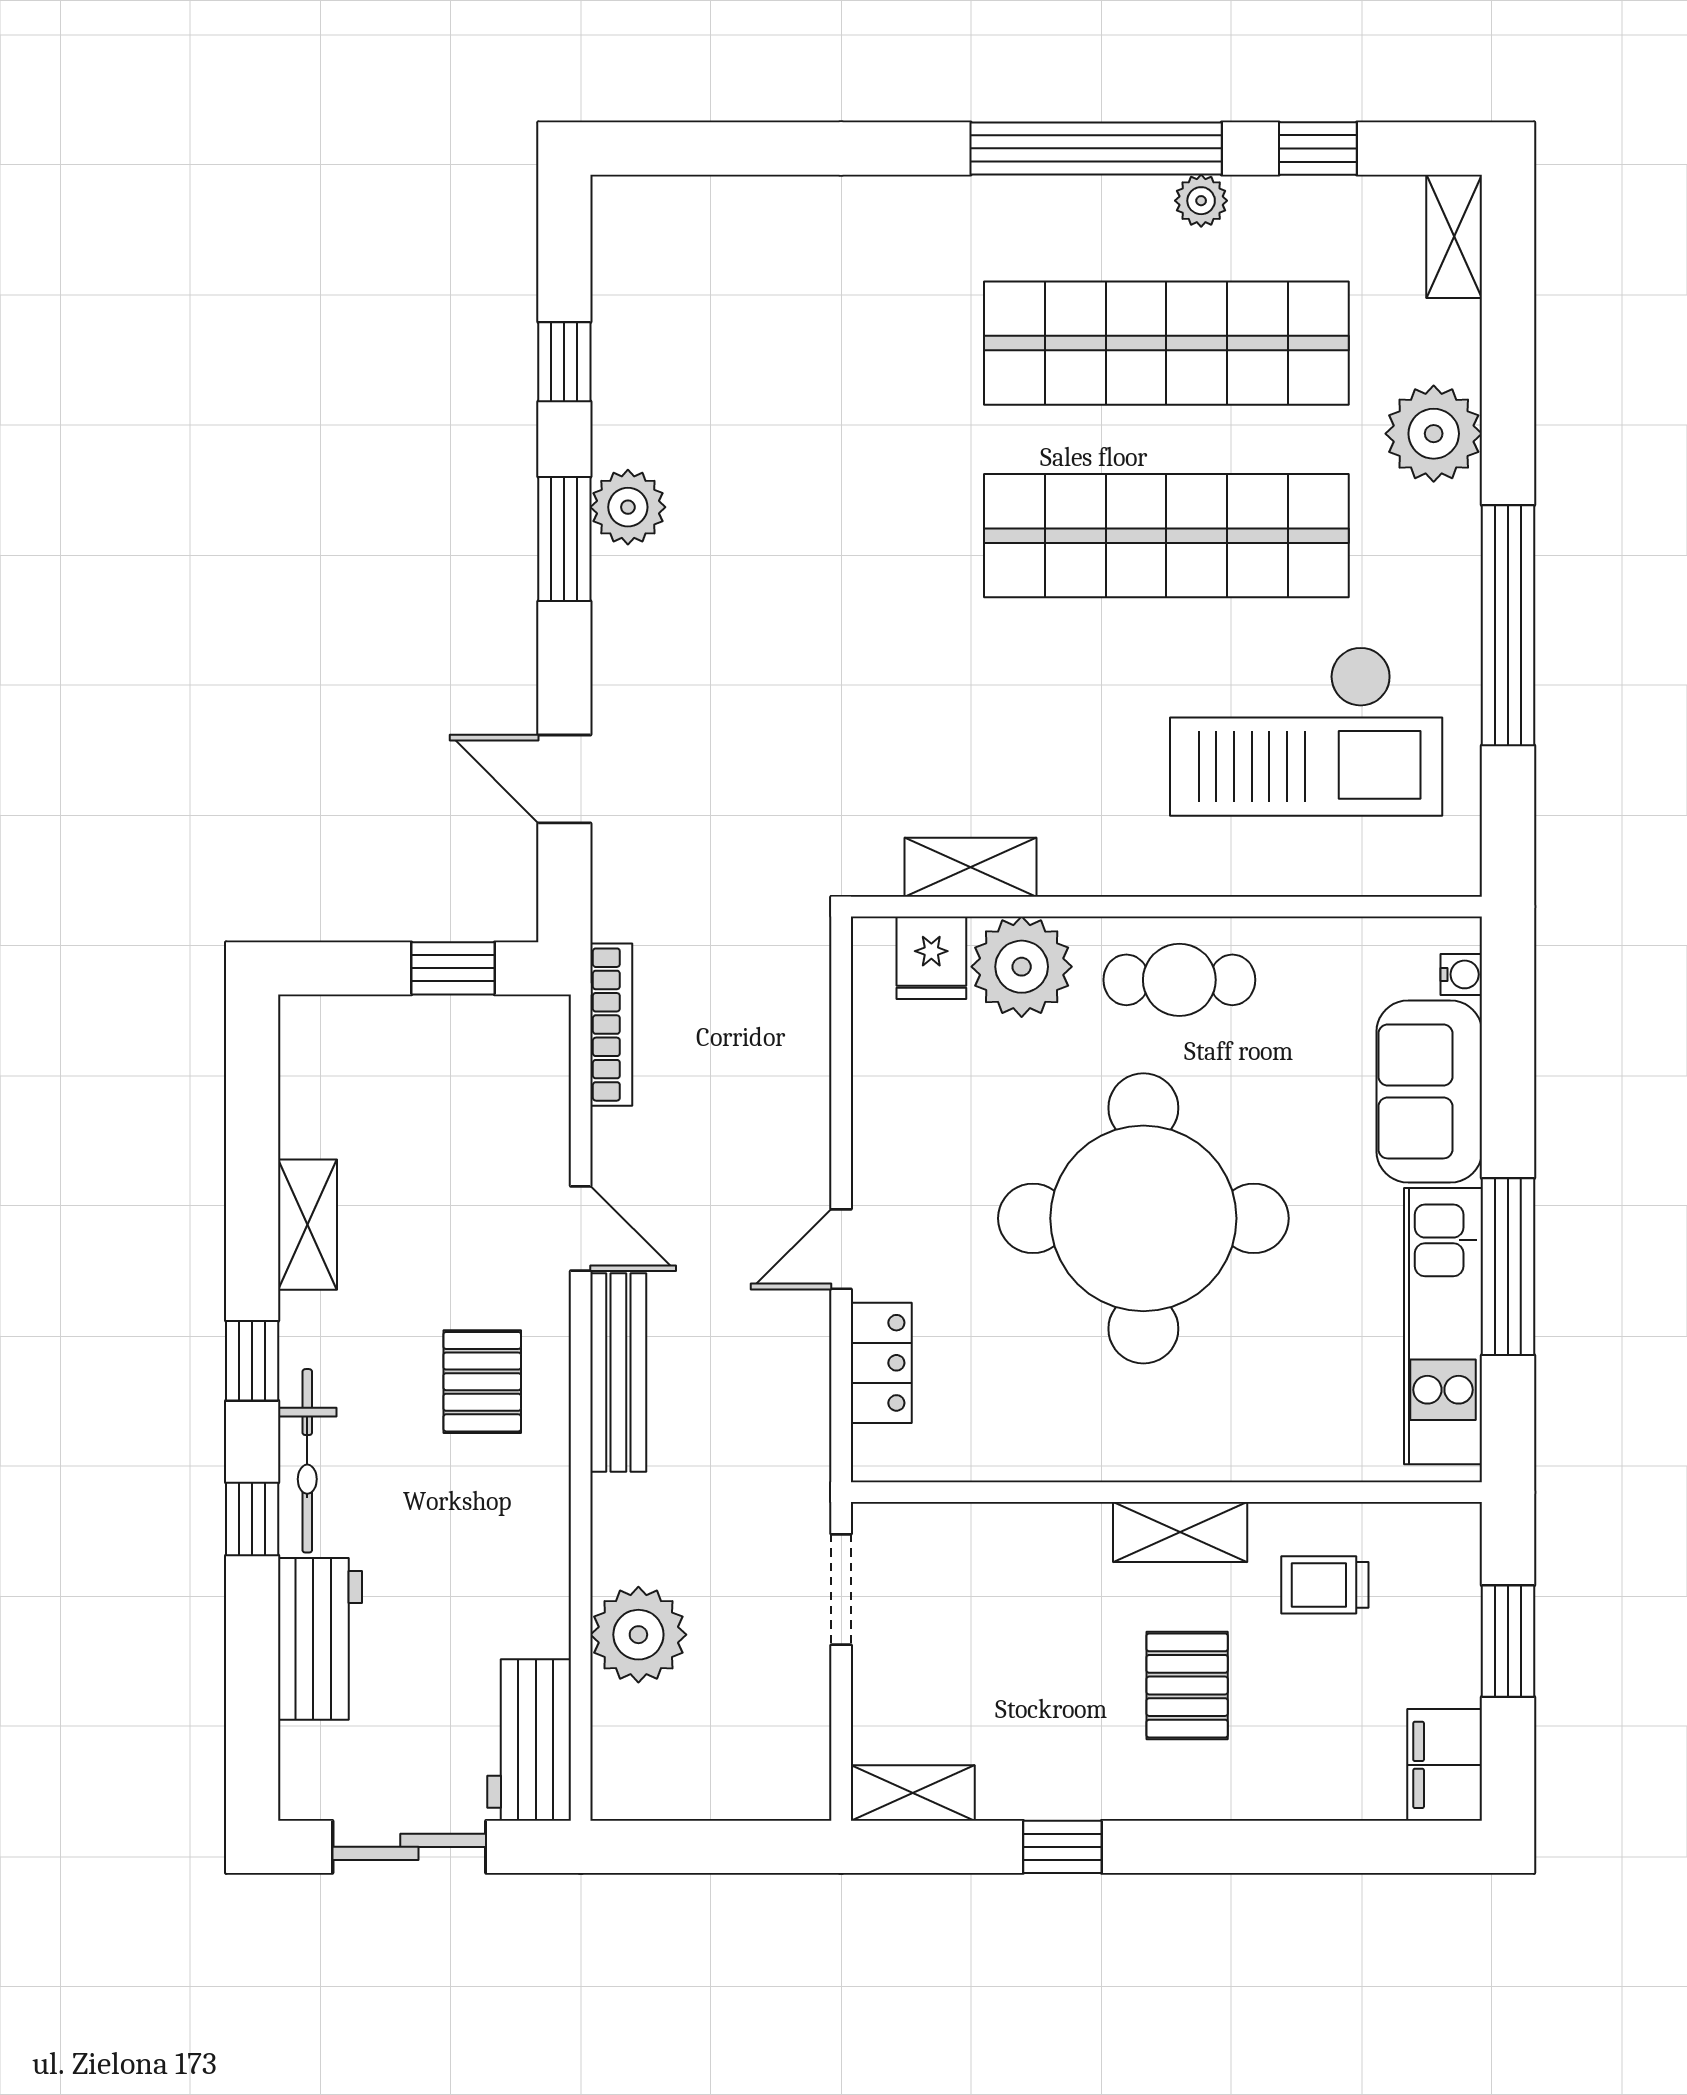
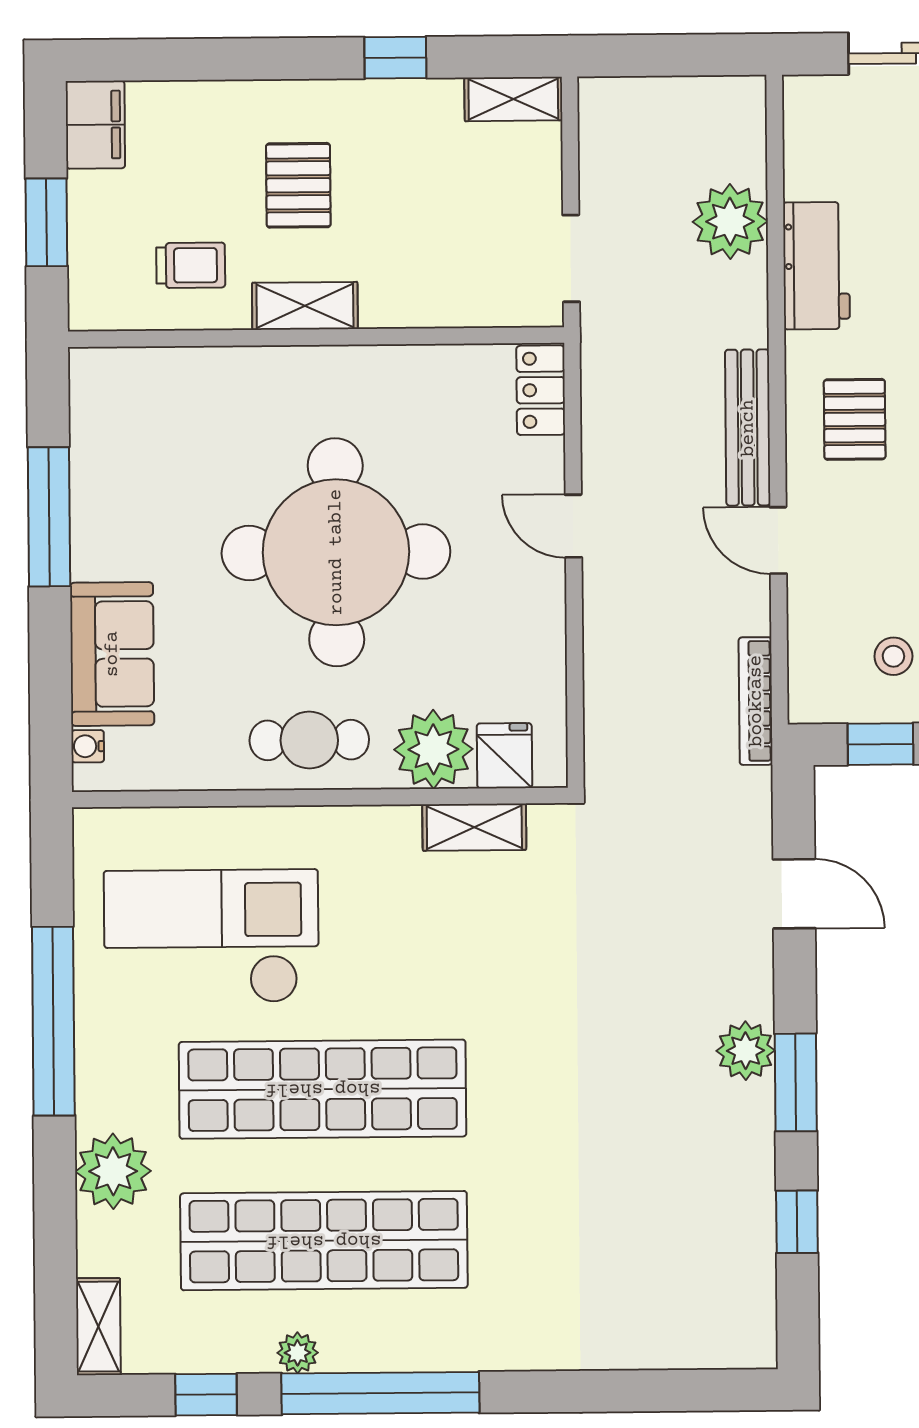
plant: (628, 507) -> (746, 1051), moved
stool: (435, 1080) -> (893, 656), added
door: (841, 1249) -> (573, 526), swing flipped
kitchen unit: (1443, 1326) -> (100, 470), removed
locker: (881, 1363) -> (541, 390), moved
workbench: (529, 1740) -> (816, 266), moved

